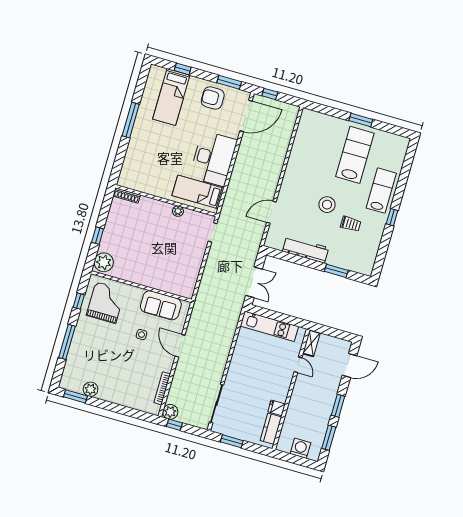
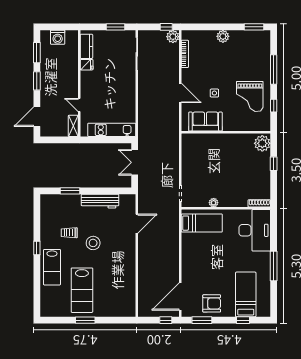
desk: (213, 158) -> (255, 230), moved, turned 180
grand piano: (106, 303) -> (250, 97), moved
plant: (91, 389) -> (223, 36), moved

